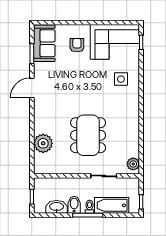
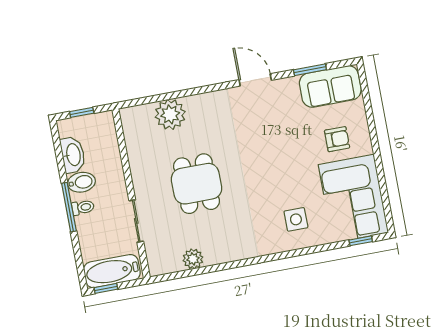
dining table: (88, 135) -> (197, 184), width x0.73
plant: (133, 164) -> (193, 259), moved
bathtub: (112, 205) -> (112, 271), moved, turned -90

